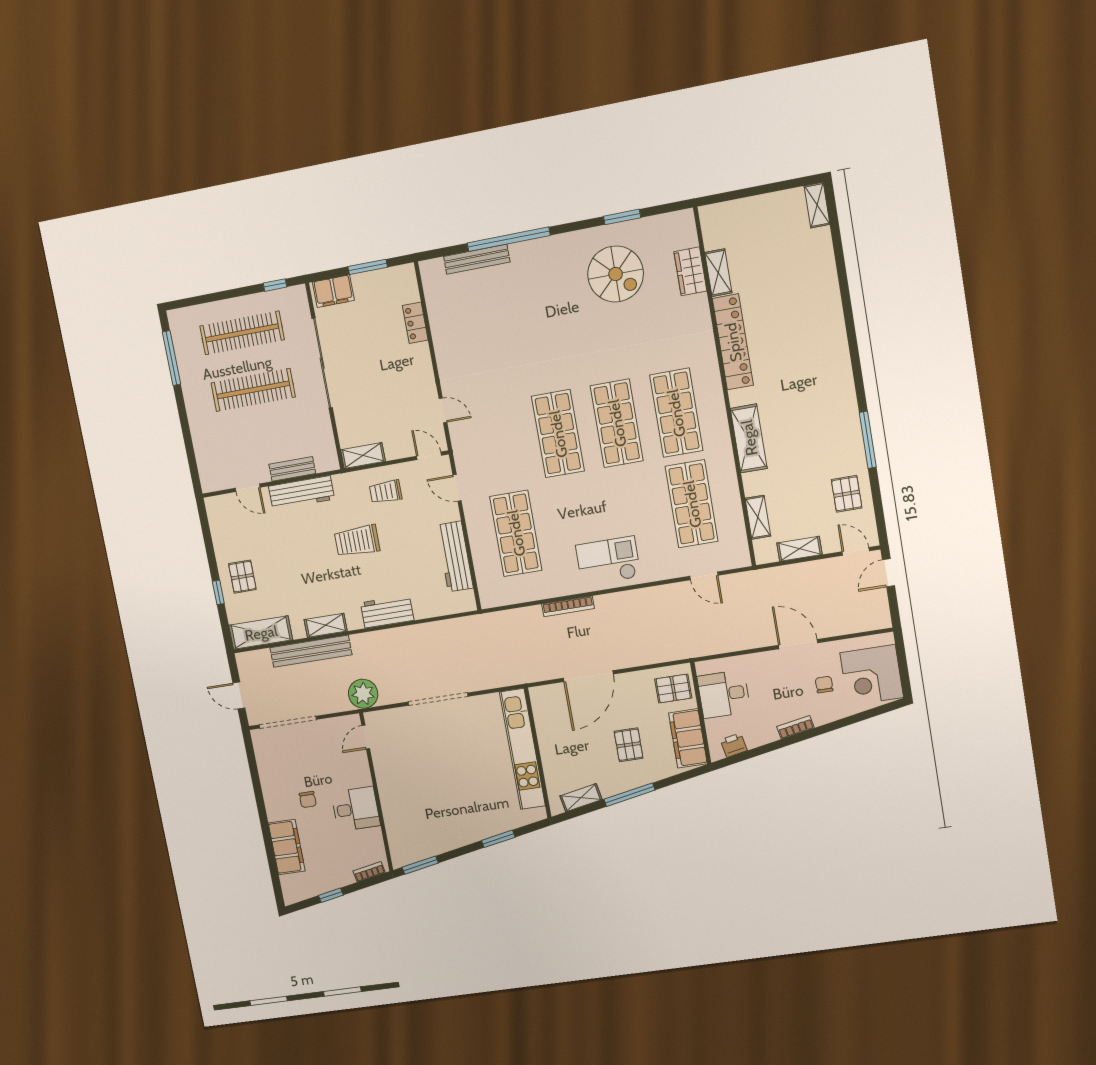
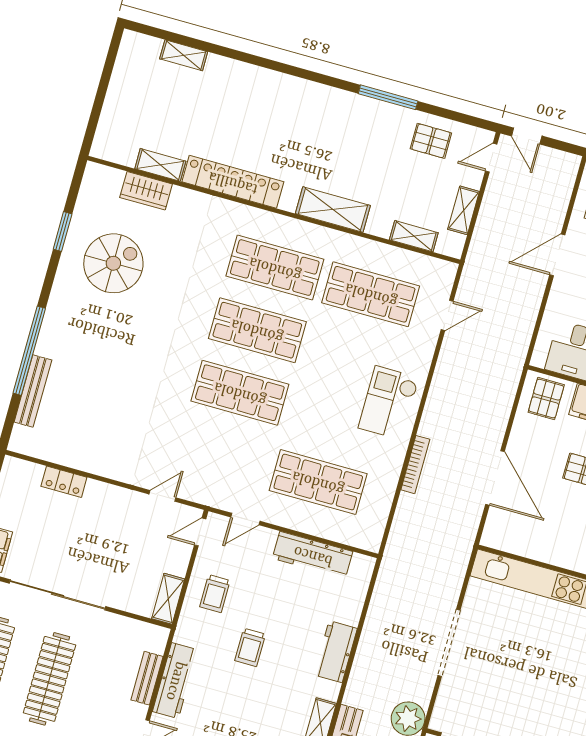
shelving: (817, 205) -> (184, 55), moved
trolley: (357, 541) -> (250, 647), width x0.73, depth x0.72

